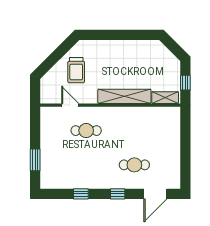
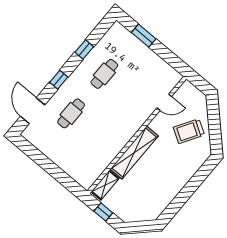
trolley: (76, 70) -> (189, 131), turned -59
cafe table: (86, 131) -> (104, 74), moved

